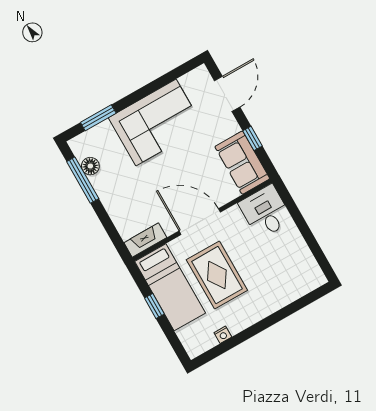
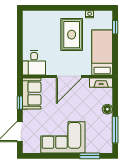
floor lamp: (90, 166) -> (107, 109), moved
door: (200, 222) -> (69, 76), hinge flipped
rug: (217, 275) -> (72, 35), moved
window: (154, 306) -> (115, 27), moved

